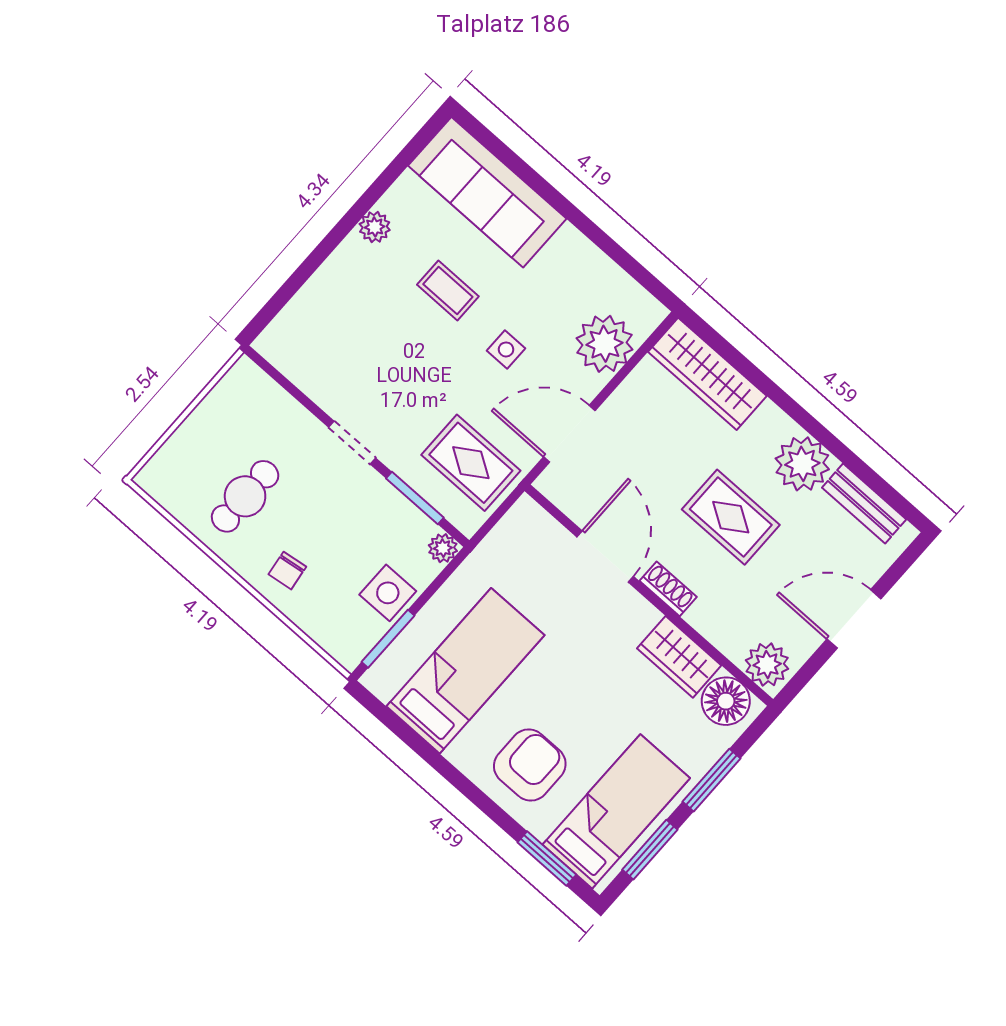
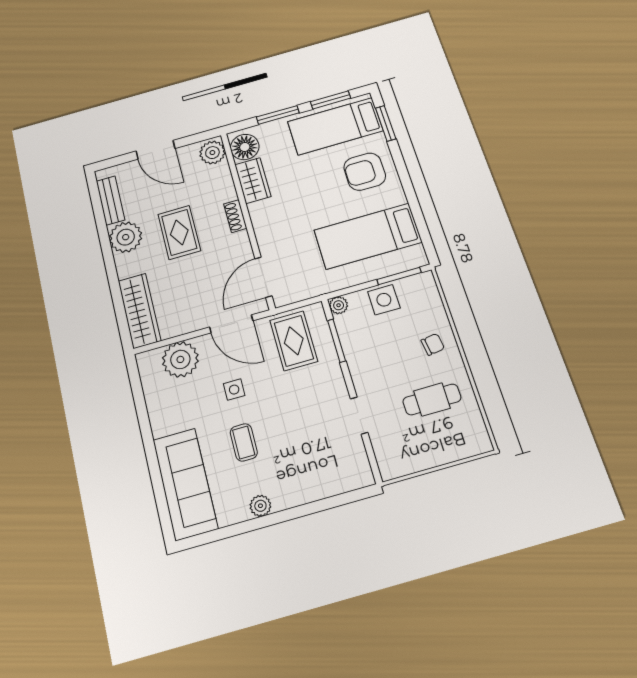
doorway: (352, 443) -> (359, 416), moved
door: (605, 557) -> (263, 277), moved

